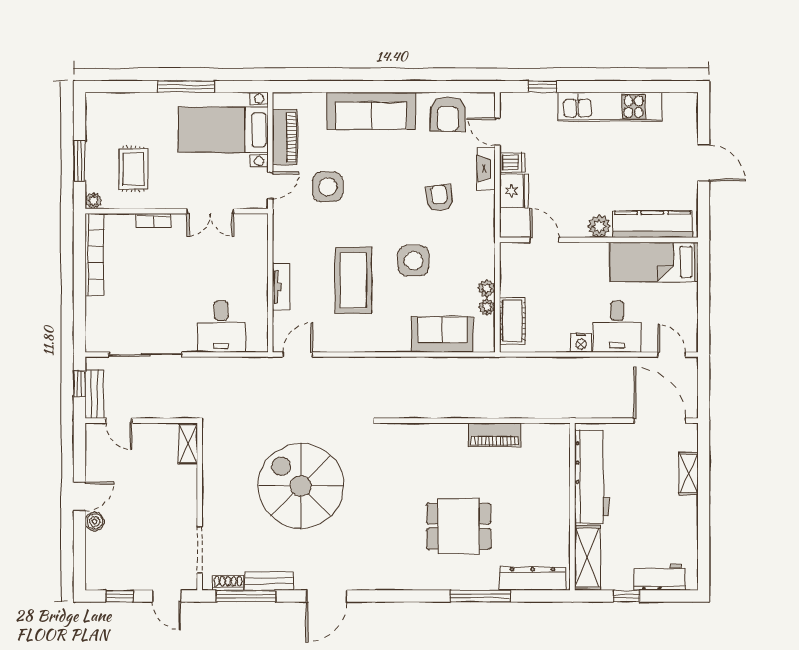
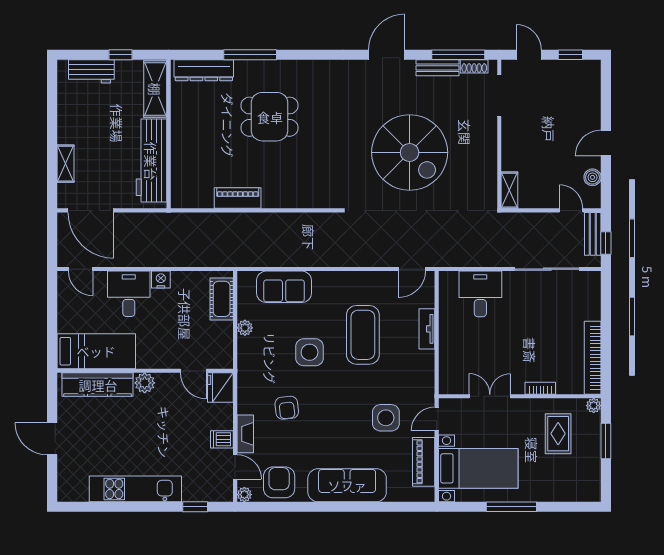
fridge: (514, 191) -> (220, 388), moved
plant: (487, 307) -> (244, 495), moved
boiler: (95, 521) -> (592, 177), moved

